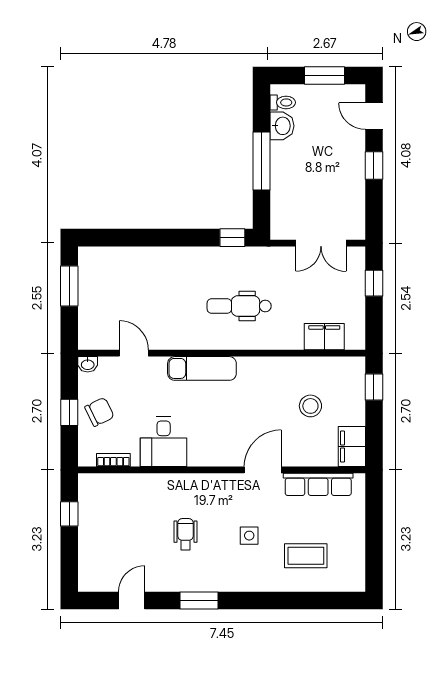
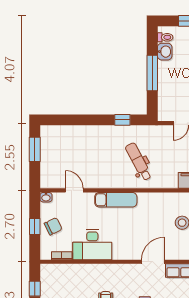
window: (232, 238) -> (122, 120), moved
dental chair: (239, 306) -> (139, 162), turned 62
desk: (164, 442) -> (92, 245), width x1.37

